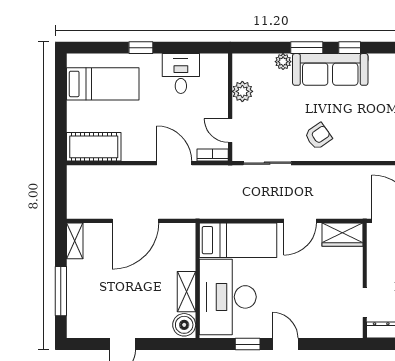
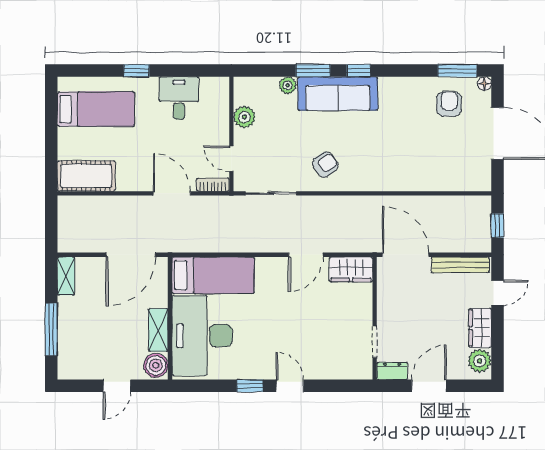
bed: (238, 240) -> (213, 275), moved
wall: (197, 281) -> (170, 318), moved
shelving: (186, 292) -> (158, 330), moved
desk: (228, 297) -> (202, 336), moved
boiler: (184, 325) -> (156, 365), moved

